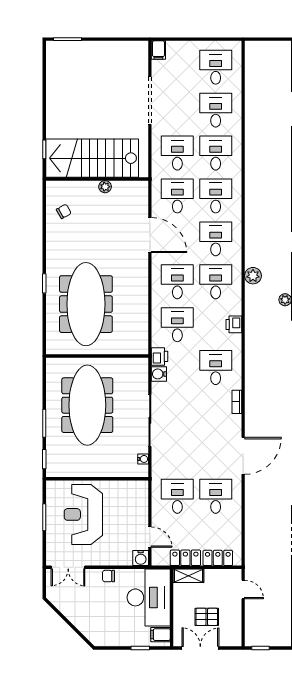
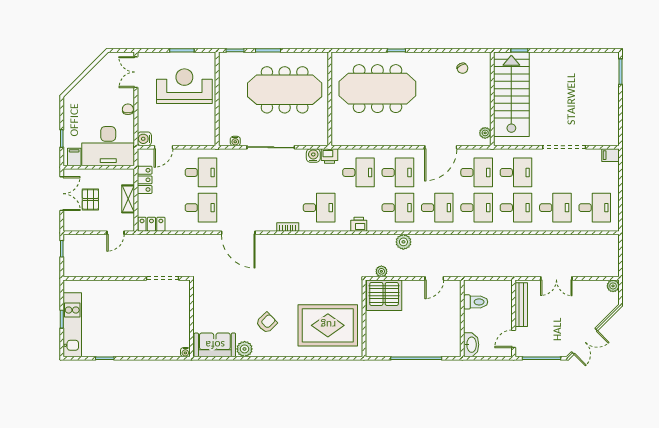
plant: (105, 187) -> (485, 133), moved
locker: (218, 558) -> (151, 224), moved, turned -90
shelving: (188, 576) -> (128, 199), moved

